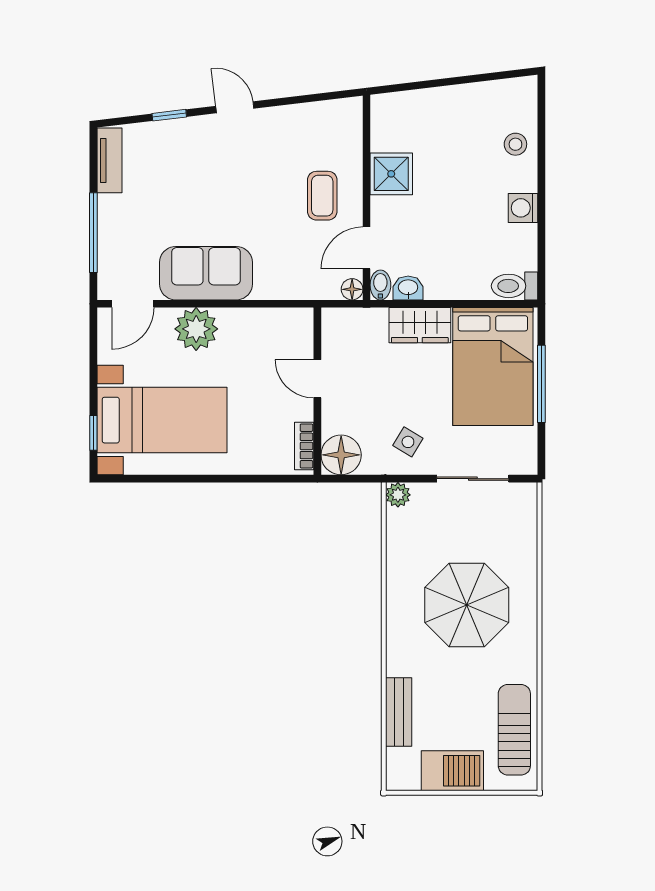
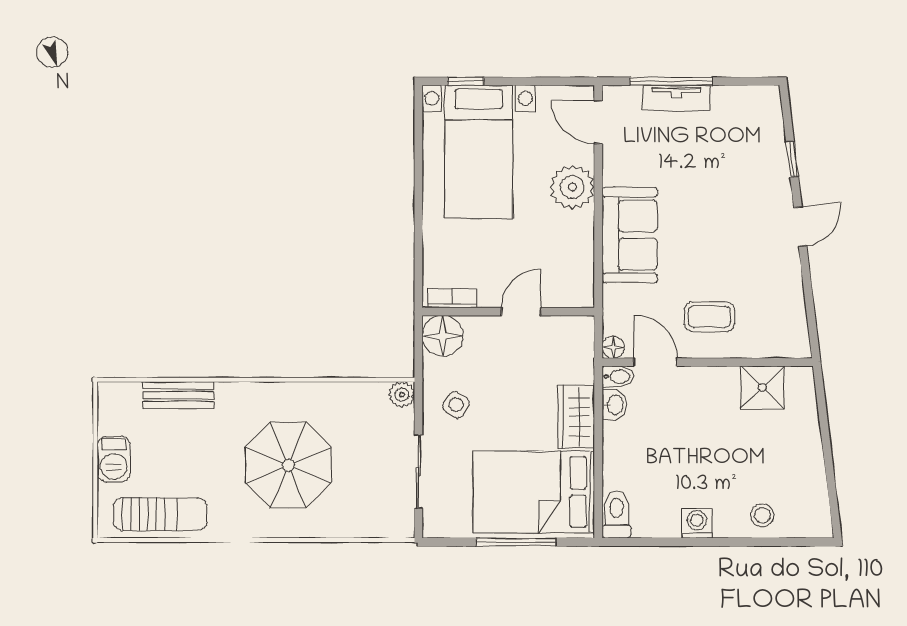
tv unit: (109, 160) -> (676, 98), moved
shower: (391, 174) -> (762, 388), moved
sofa: (206, 273) -> (630, 235), moved
barbecue: (452, 771) -> (114, 459), width x0.73, depth x0.79

